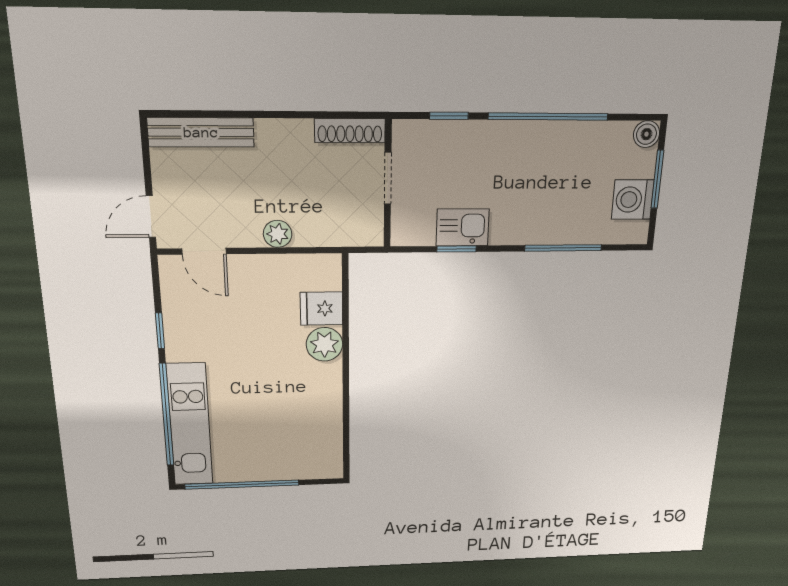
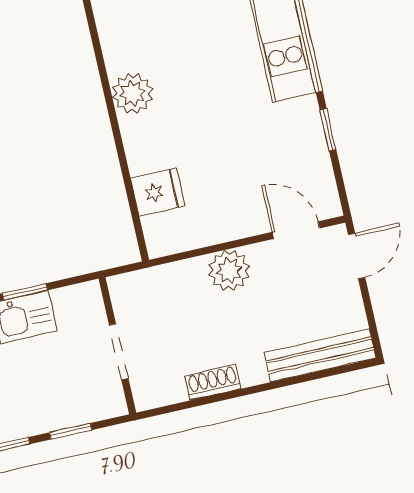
shoe rack: (350, 131) -> (213, 382), moved, width x0.70
plant: (278, 234) -> (229, 270), width x1.38, depth x1.38
plant: (324, 344) -> (132, 93), moved

